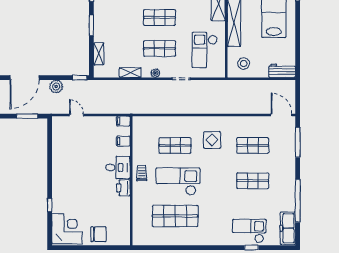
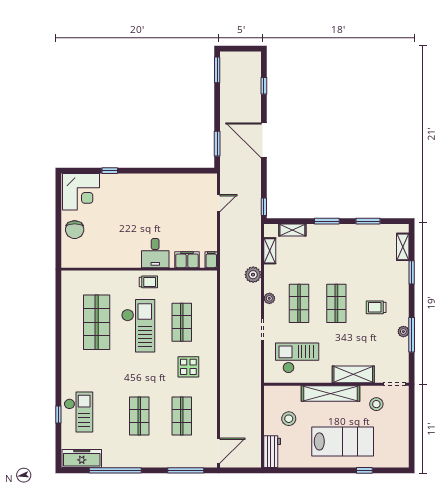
stool: (244, 63) -> (289, 419), moved
shelving: (130, 73) -> (270, 251), moved
plant: (56, 86) -> (253, 275), moved
filing cabinet: (123, 141) -> (187, 260), width x2.00
printer: (123, 188) -> (131, 260), removed

